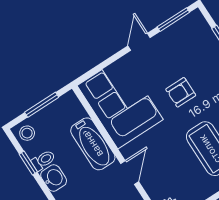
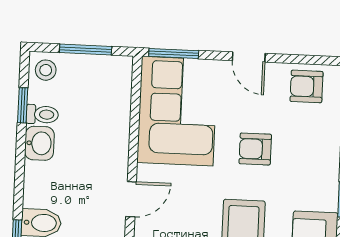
window: (173, 20) -> (174, 54), moved
armchair: (185, 35) -> (307, 86), added
door: (139, 42) -> (249, 57), swing flipped
bathtub: (93, 144) -> (112, 136), removed

